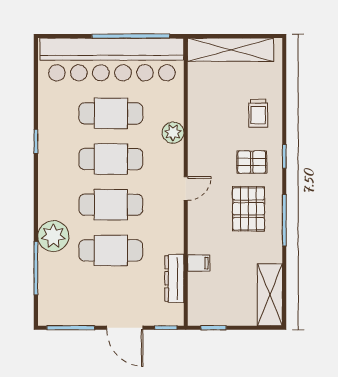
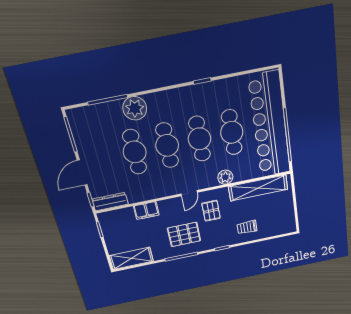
shelving: (231, 50) -> (258, 188), moved, turned 90
pallet: (252, 162) -> (211, 211), moved
door: (186, 188) -> (189, 193), hinge flipped
filing cabinet: (199, 263) -> (146, 211), width x2.00
dresser: (174, 278) -> (110, 202), moved

